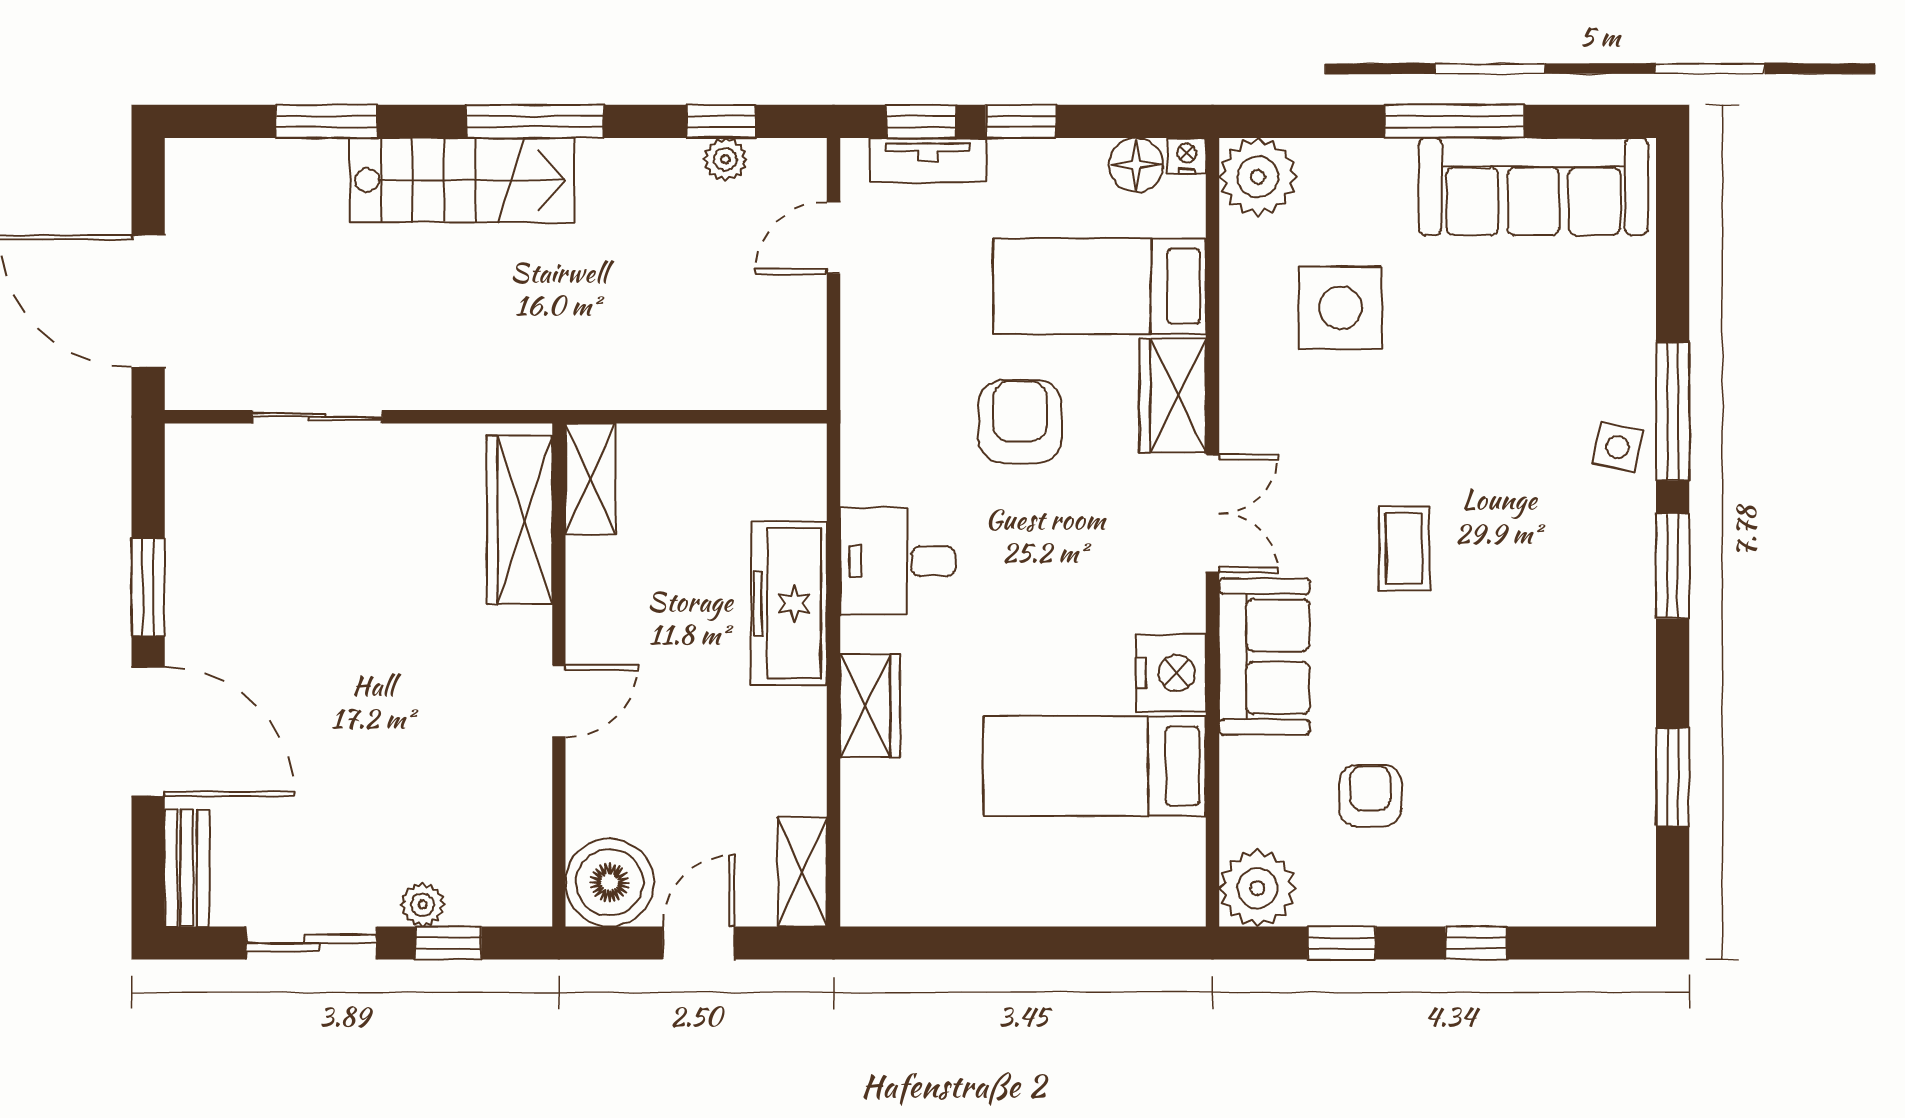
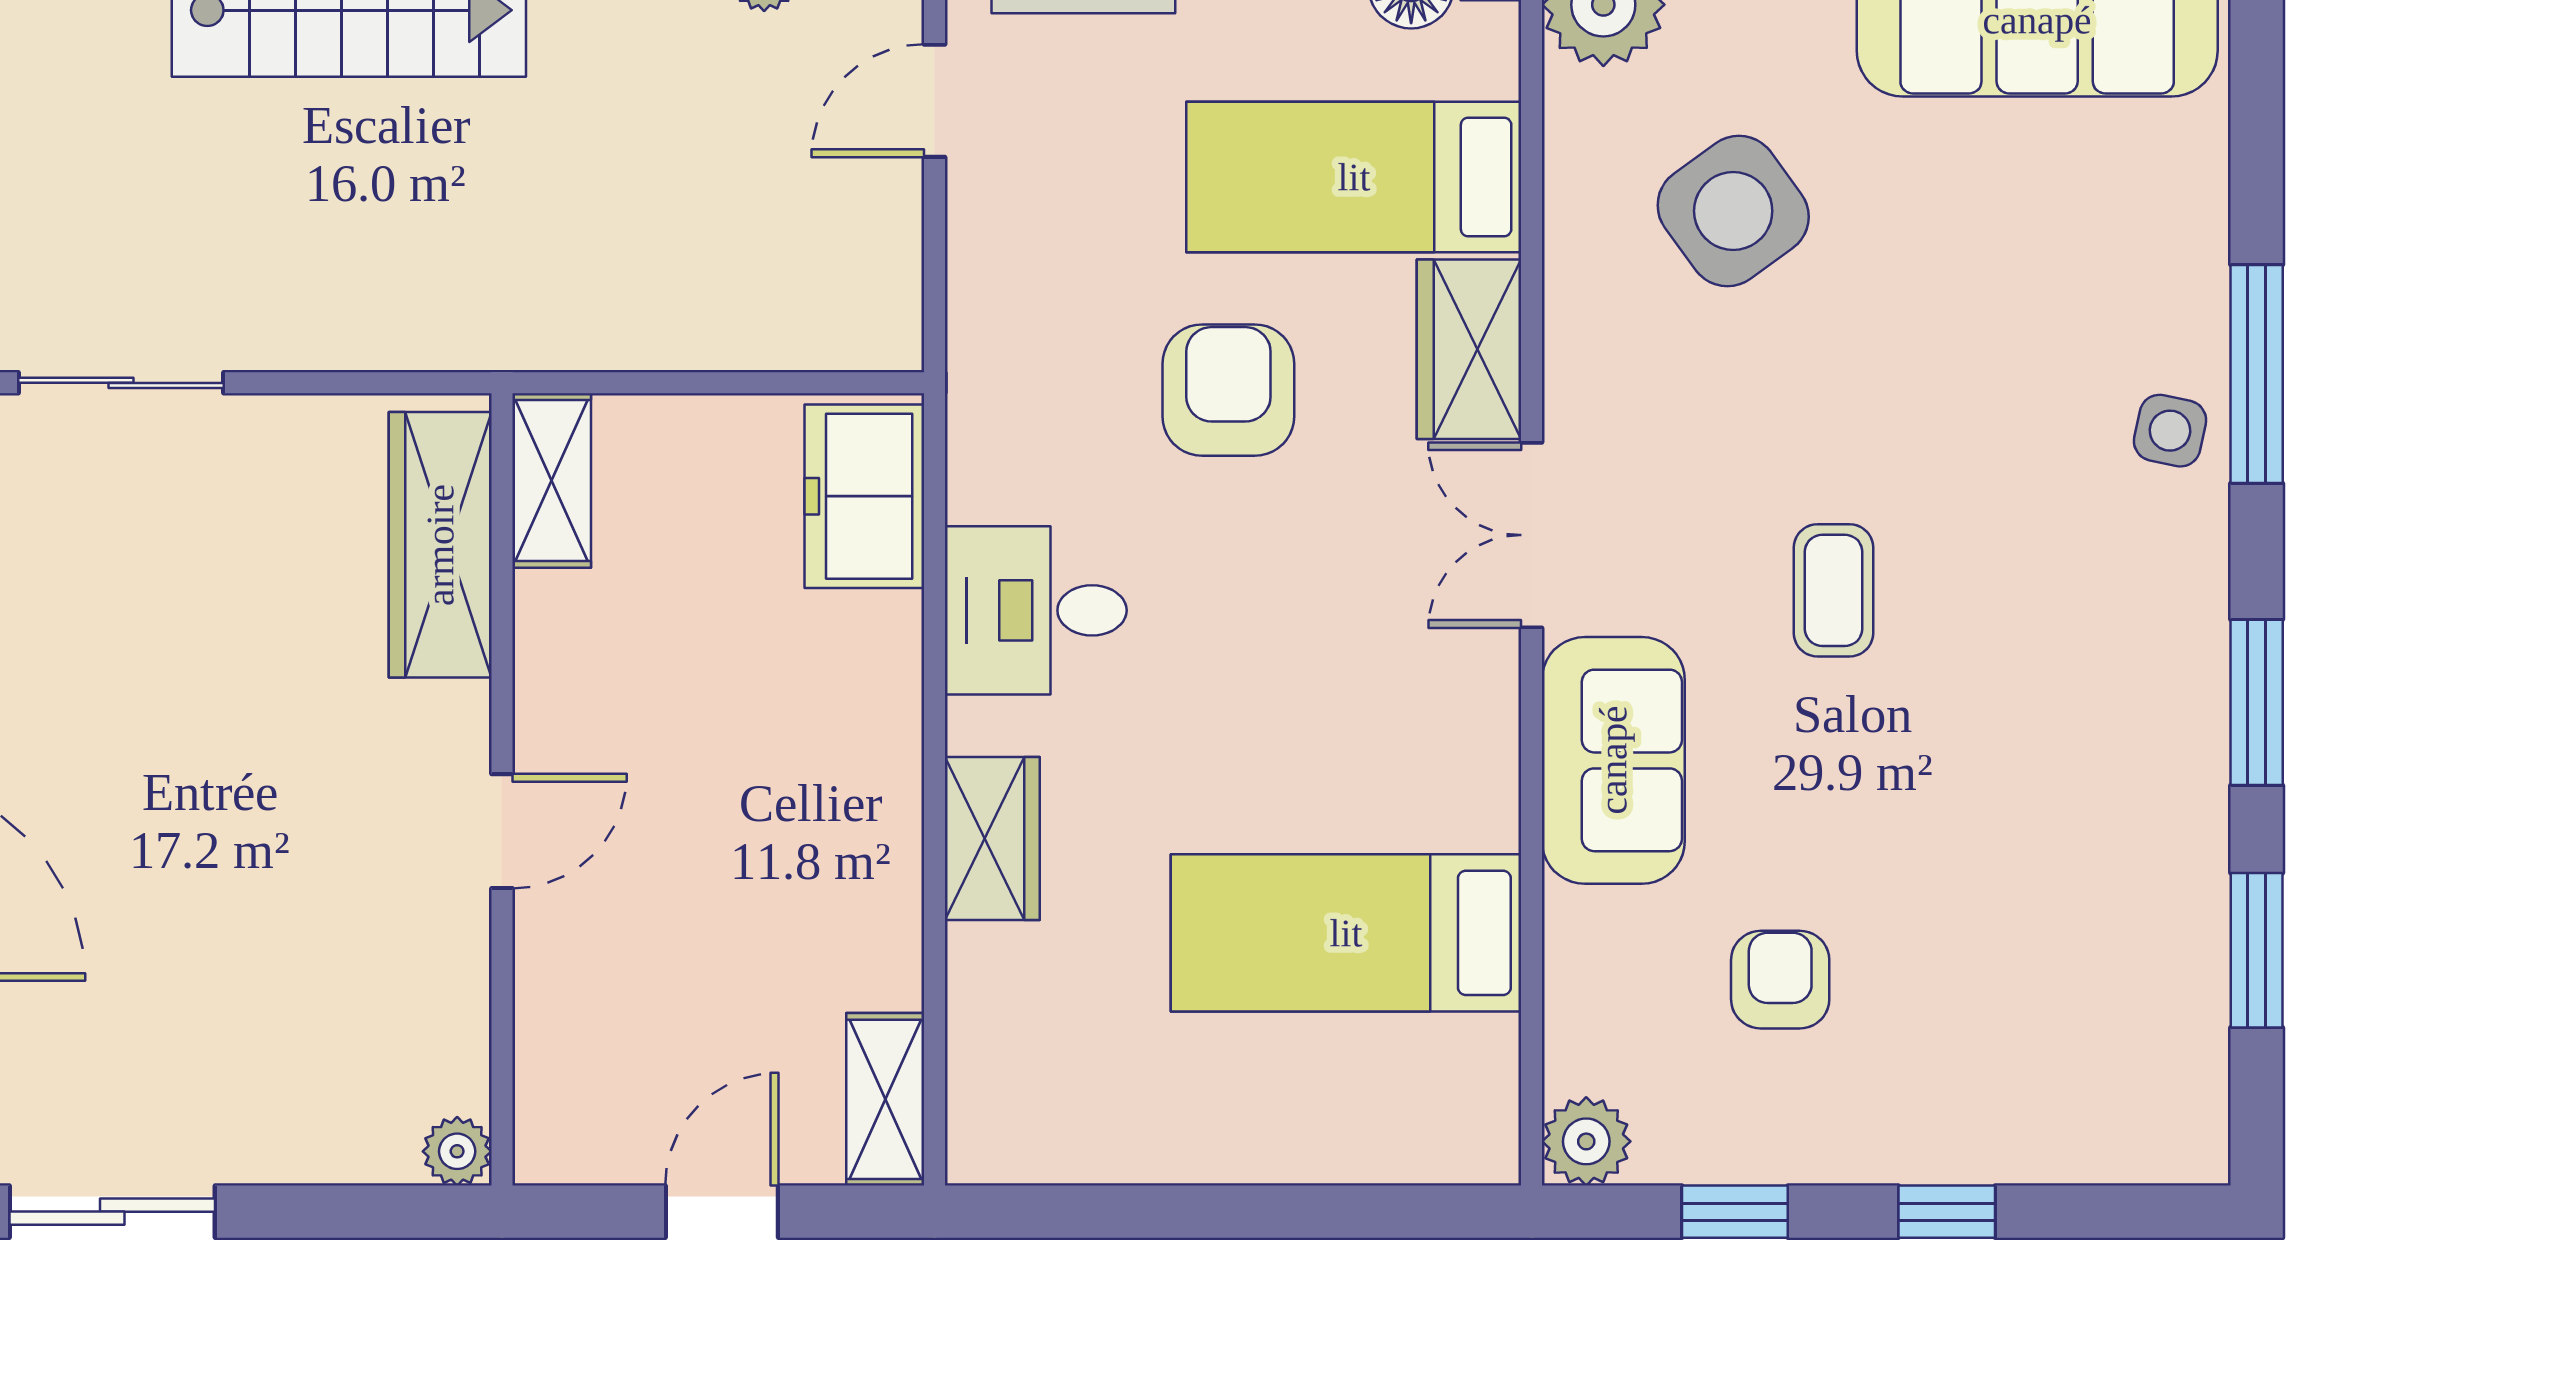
side table: (1340, 308) -> (1733, 211), turned -36
double door: (1212, 514) -> (1532, 535), swing flipped
window: (1673, 566) -> (2257, 702), moved
freezer: (789, 603) -> (864, 496), moved, width x0.71
nightstand: (1171, 673) -> (1466, 786), removed
boiler: (610, 882) -> (582, 1116), removed
plant: (1257, 888) -> (1586, 1141), width x0.73, depth x0.73
plant: (423, 905) -> (457, 1151), moved
window: (448, 943) -> (328, 1212), removed

